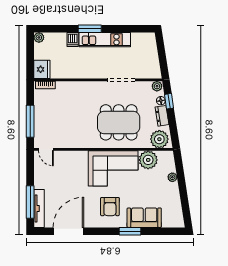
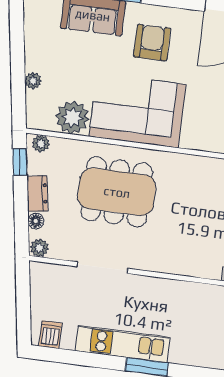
dishwasher: (73, 40) -> (50, 335), moved
window: (169, 101) -> (20, 162), moved
plant: (159, 139) -> (41, 144), width x0.53, depth x0.53

